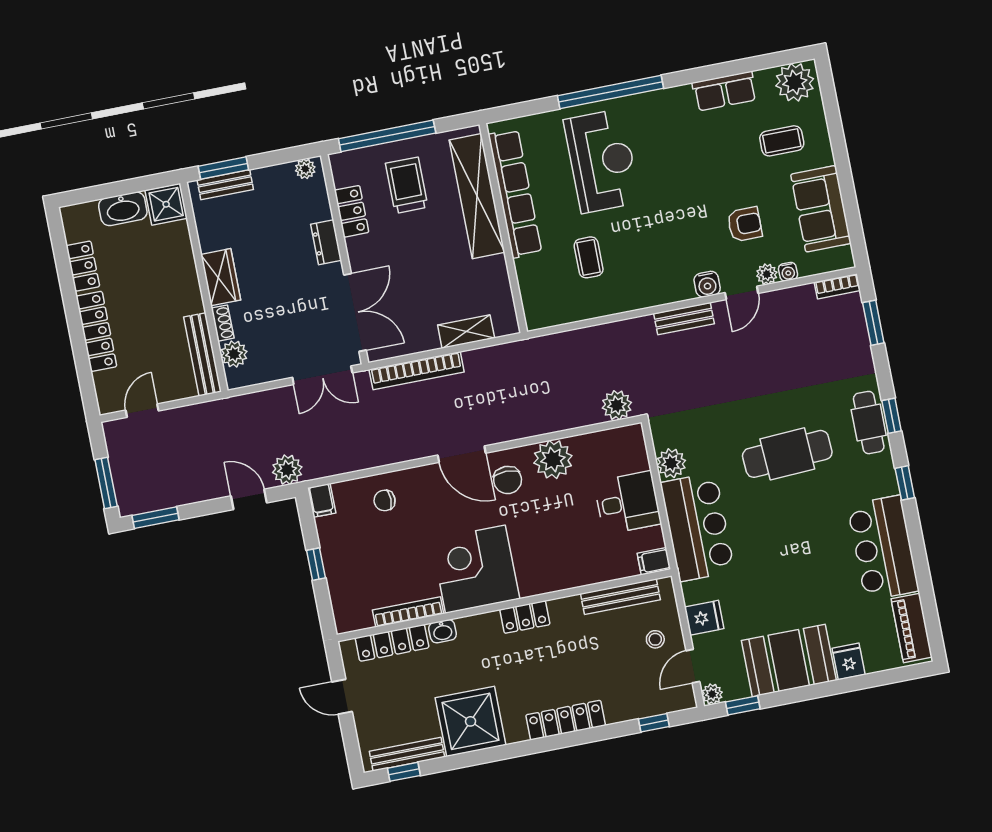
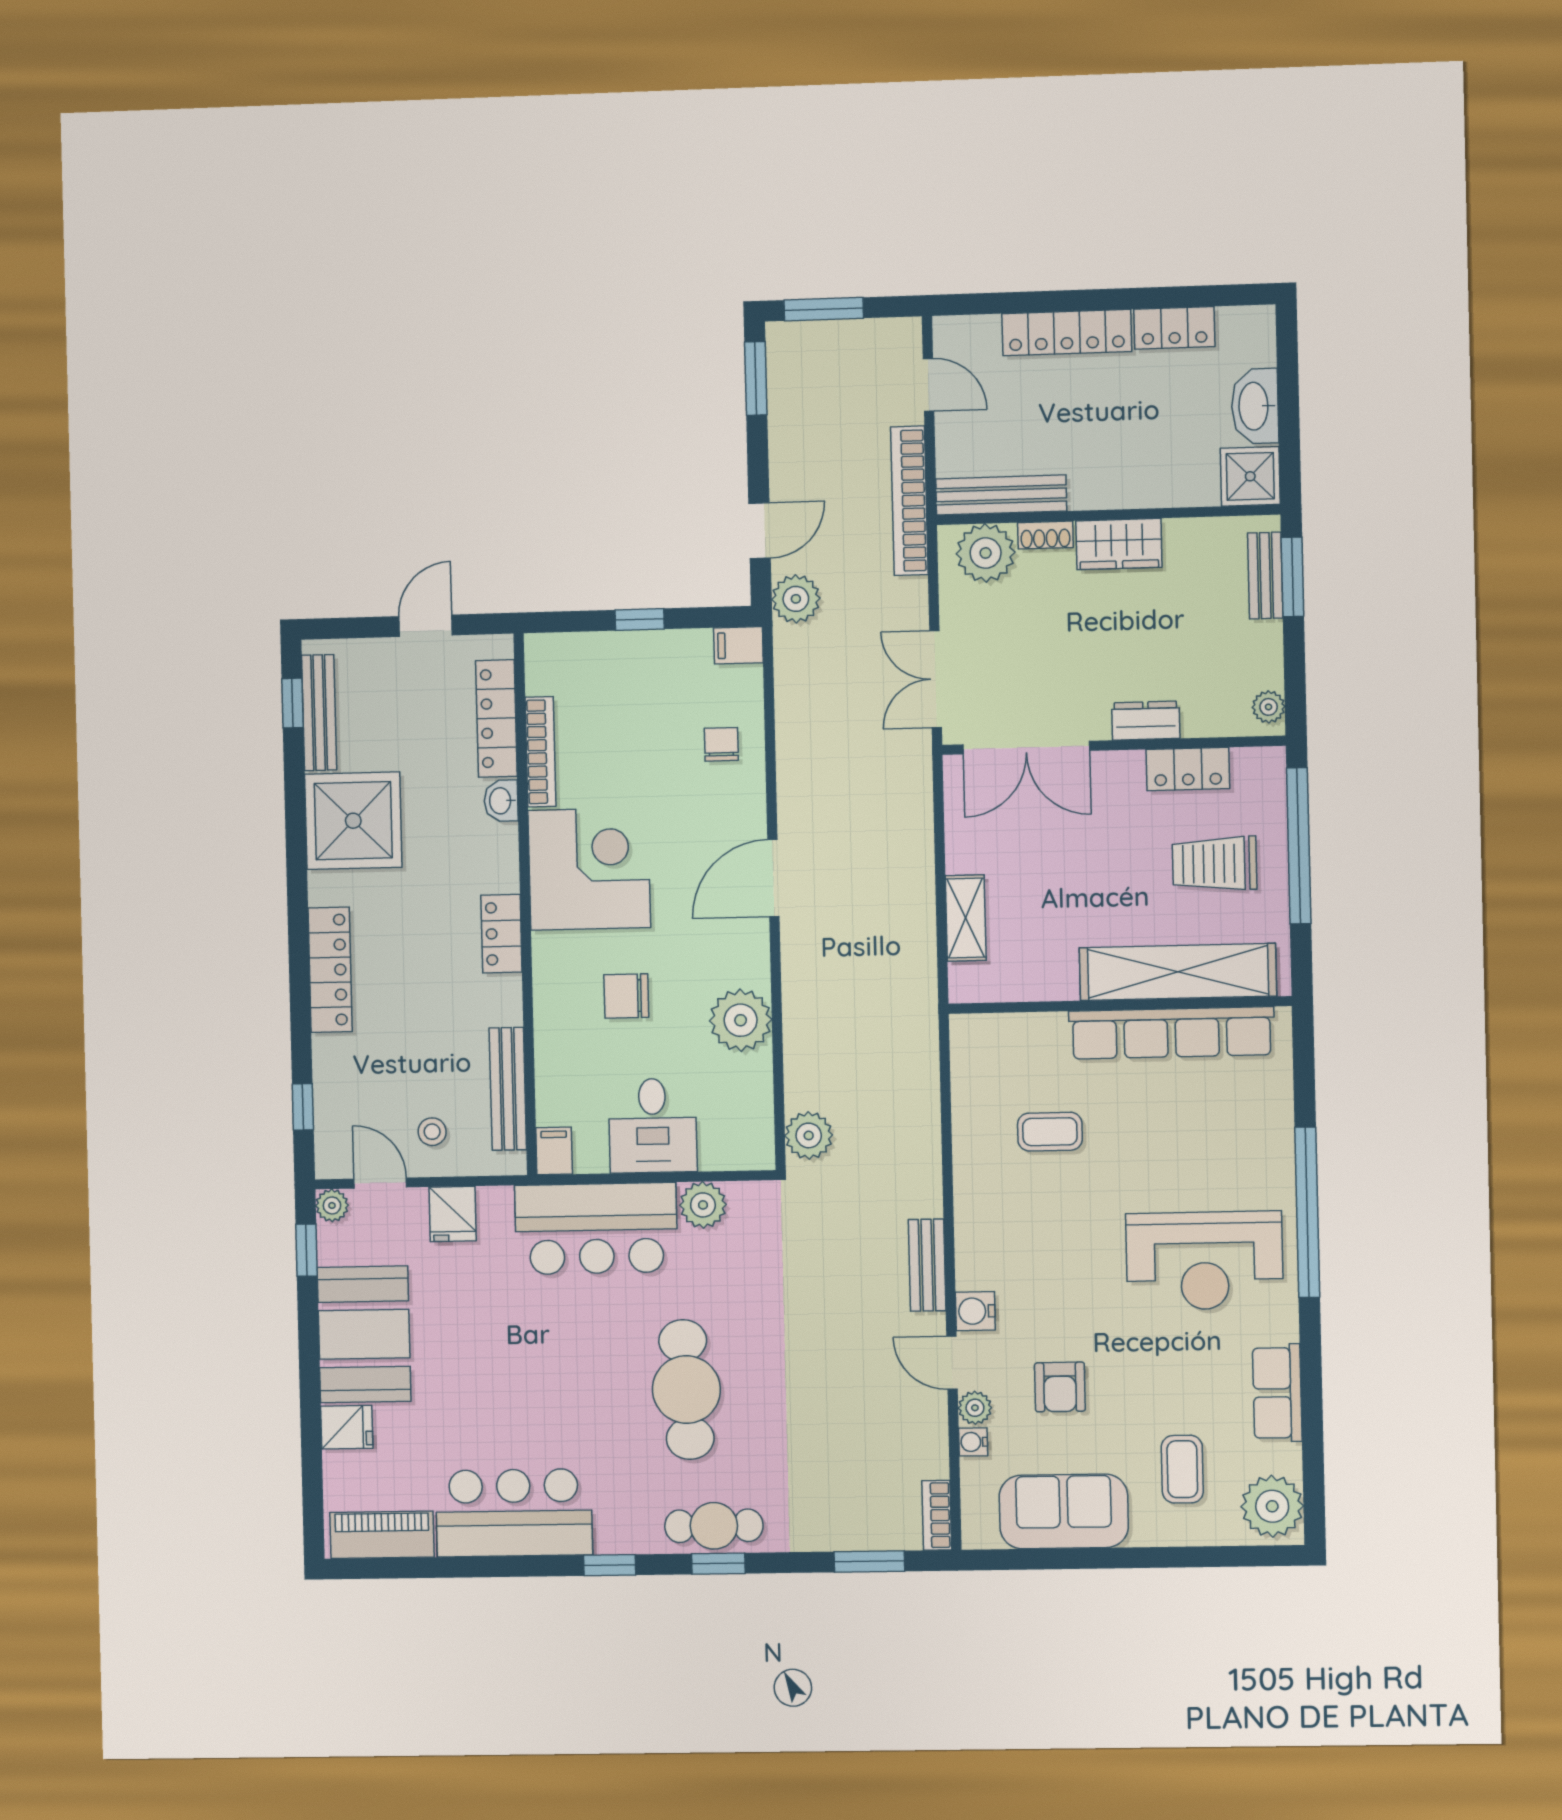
reception desk: (602, 161) -> (1204, 1261), moved
trolley: (407, 185) -> (1214, 864), turned 180
plant: (234, 354) -> (986, 553), width x1.36, depth x1.36
bookcase: (417, 371) -> (909, 501), moved
chair: (508, 480) -> (626, 996), moved

